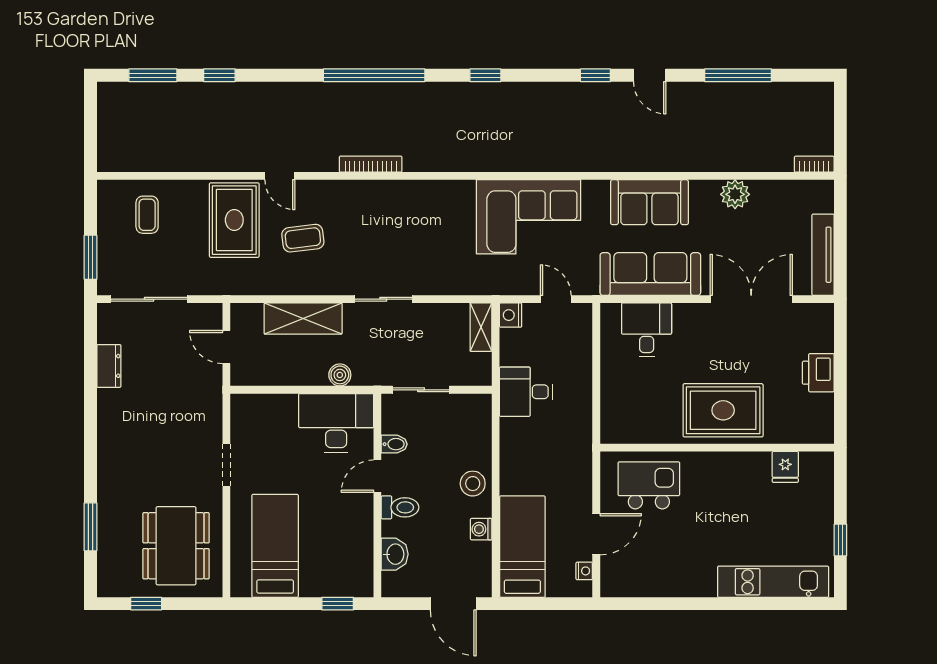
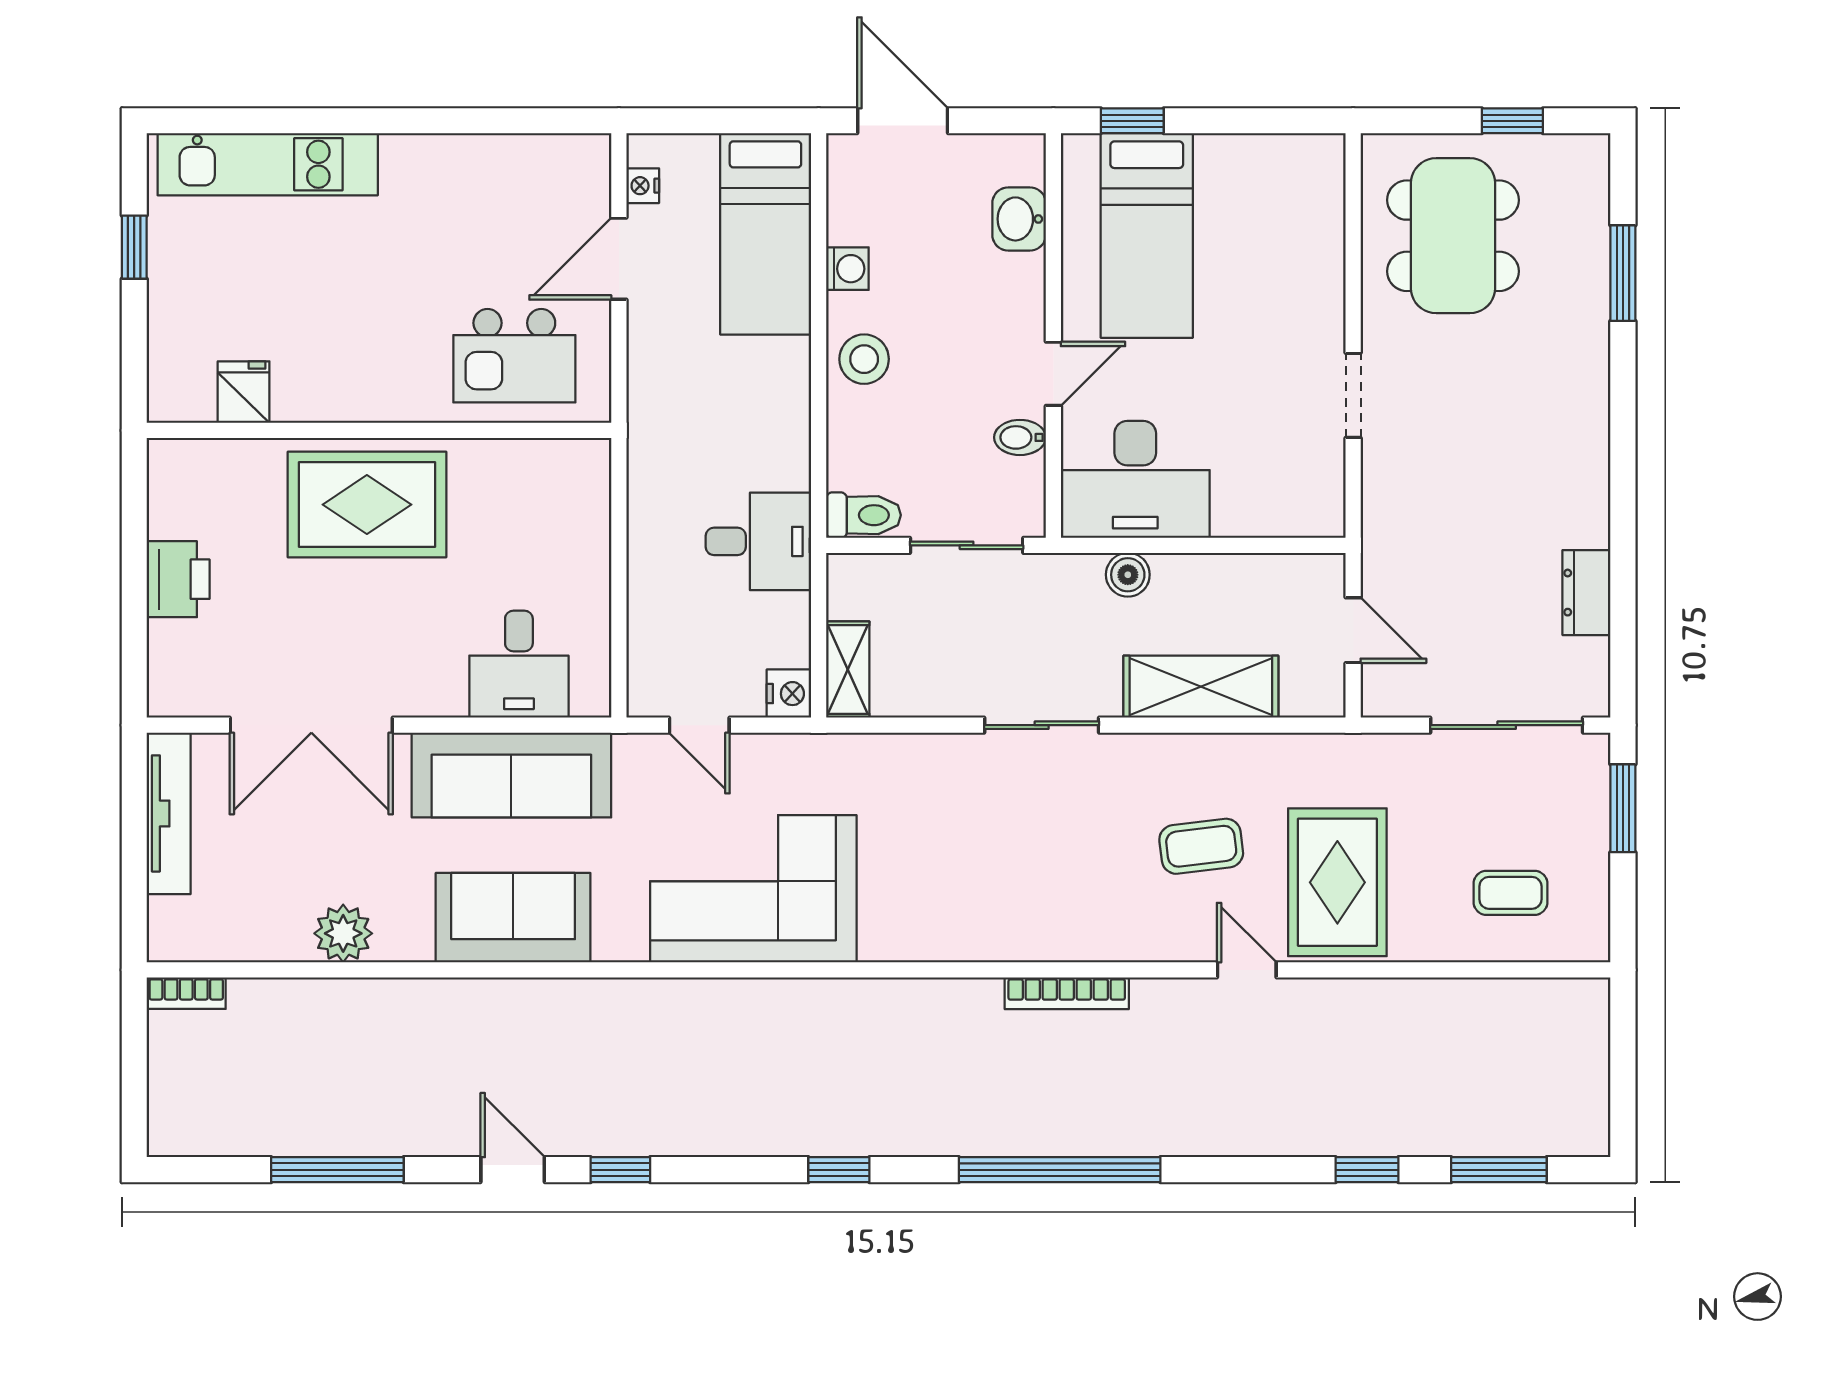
coffee table: (147, 215) -> (1510, 893), turned 90
toilet: (400, 507) -> (863, 515), moved, turned 180
bed: (275, 546) -> (1147, 236), moved

